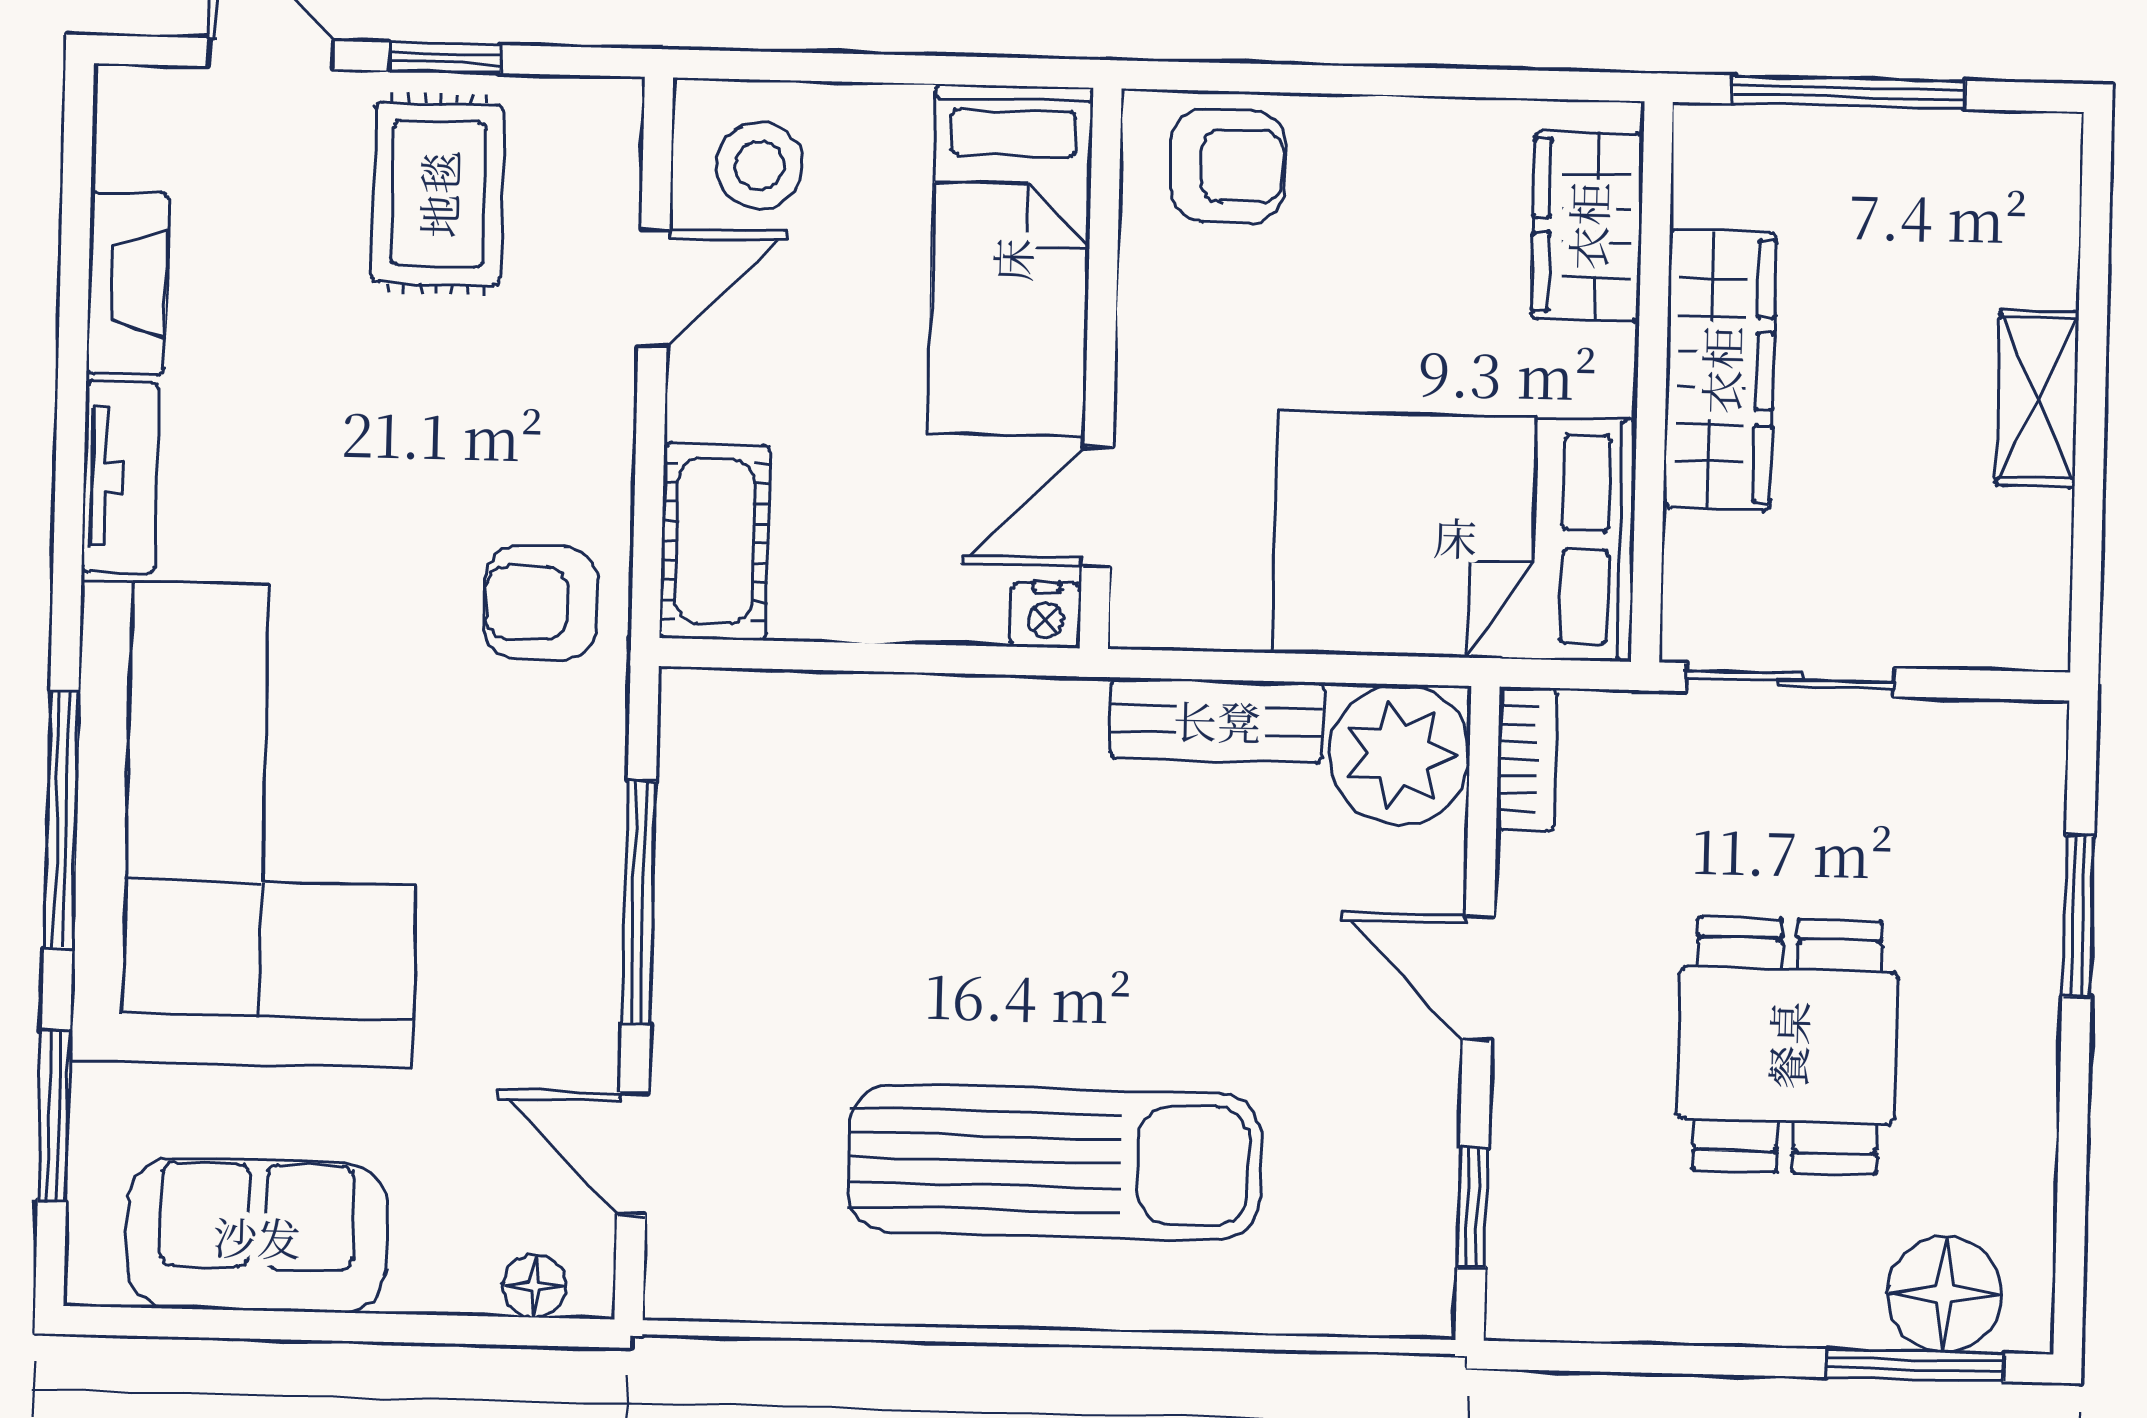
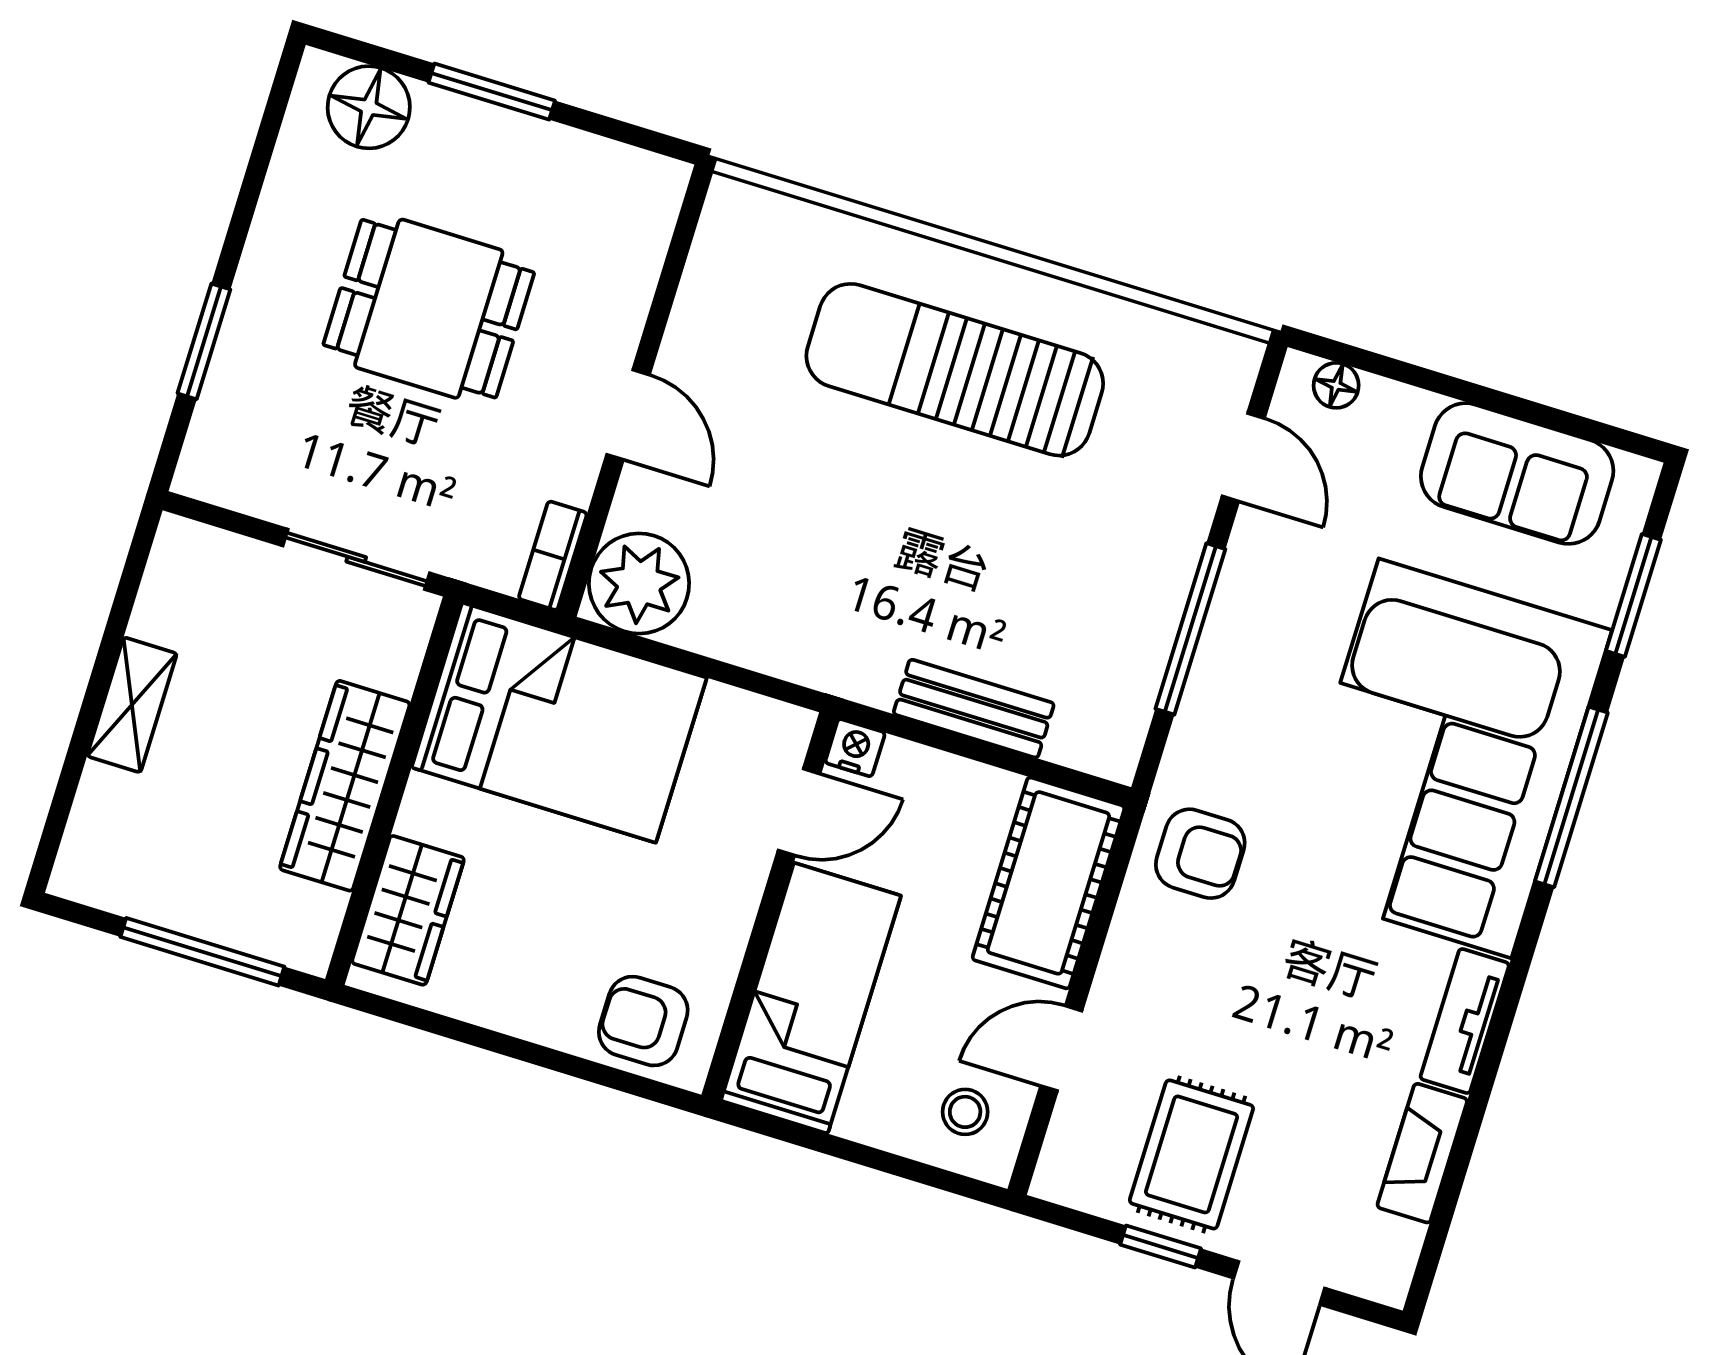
stool: (759, 165) -> (965, 1112), width x0.73, depth x0.73
cot: (715, 542) -> (1048, 883), width x1.37, depth x1.34
bench: (1217, 720) -> (974, 709), moved
dining table: (1787, 1045) -> (429, 309), turned 90
window: (1473, 1208) -> (676, 258), removed
window: (1915, 1365) -> (492, 92), moved

